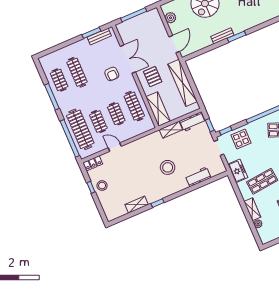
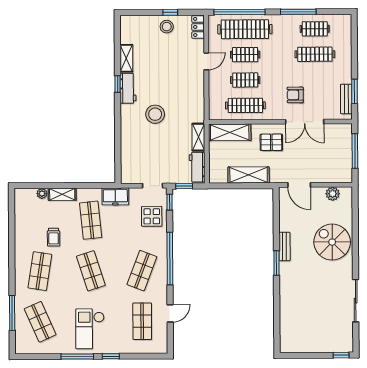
shelving: (183, 83) -> (249, 175), width x0.68
workbench: (198, 177) -> (128, 88), moved

